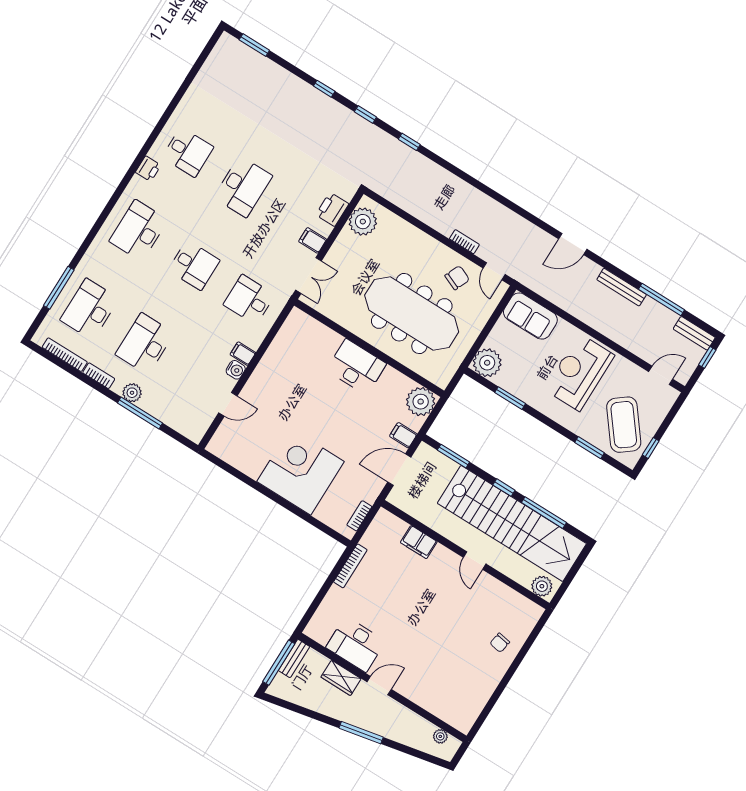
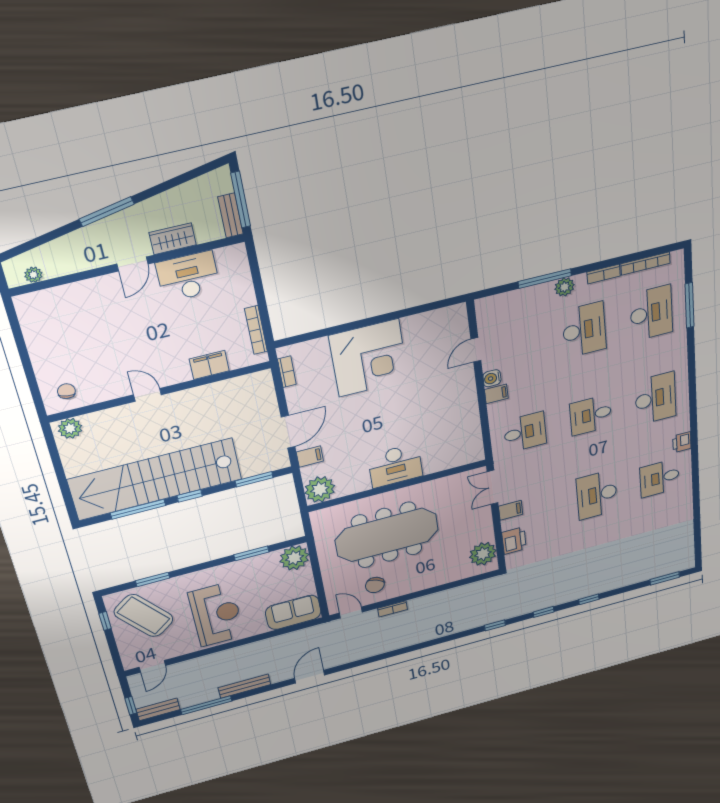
filing cabinet: (419, 542) -> (209, 365), moved
wall: (465, 555) -> (160, 392), moved
door: (475, 561) -> (147, 395), moved
plant: (542, 586) -> (70, 428), moved

